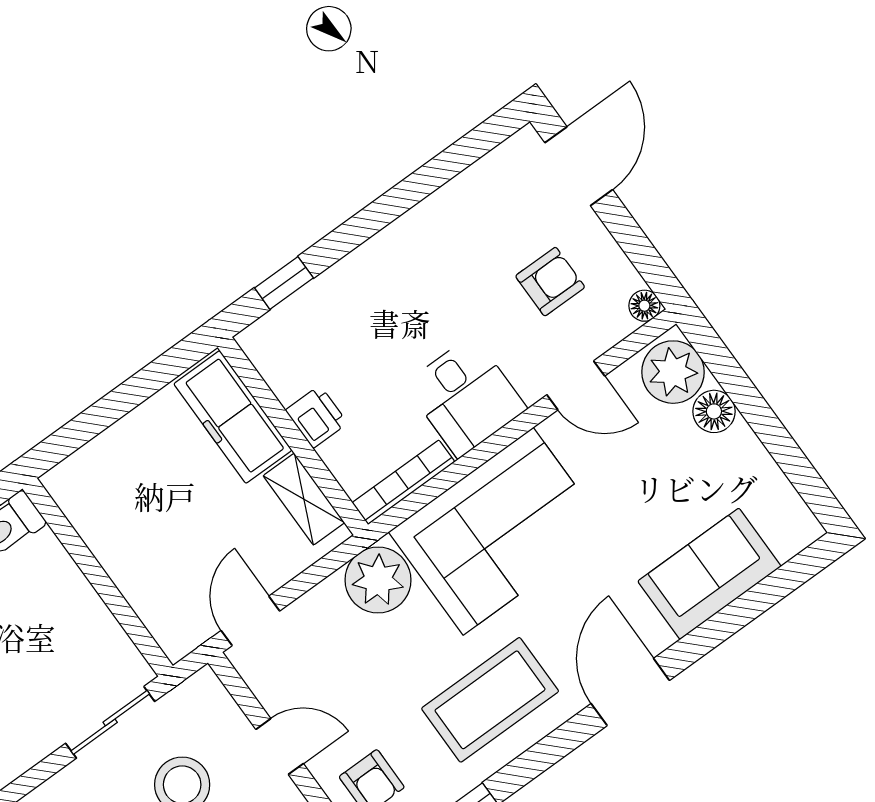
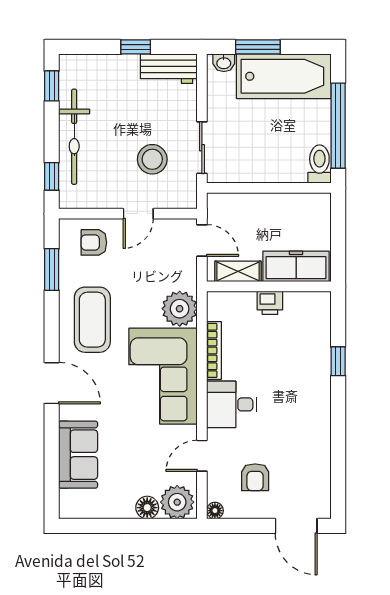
freezer: (233, 417) -> (296, 266), moved
printer: (317, 417) -> (270, 303), moved
wall: (293, 436) -> (269, 286), moved
shelving: (304, 499) -> (238, 271), moved

